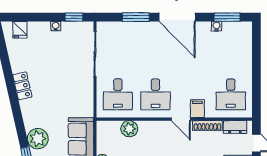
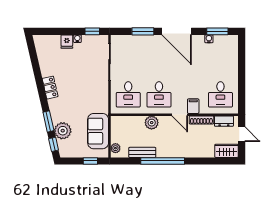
fridge: (20, 30) -> (67, 42), moved
window: (20, 127) -> (48, 121), added
plant: (129, 129) -> (152, 123), moved

